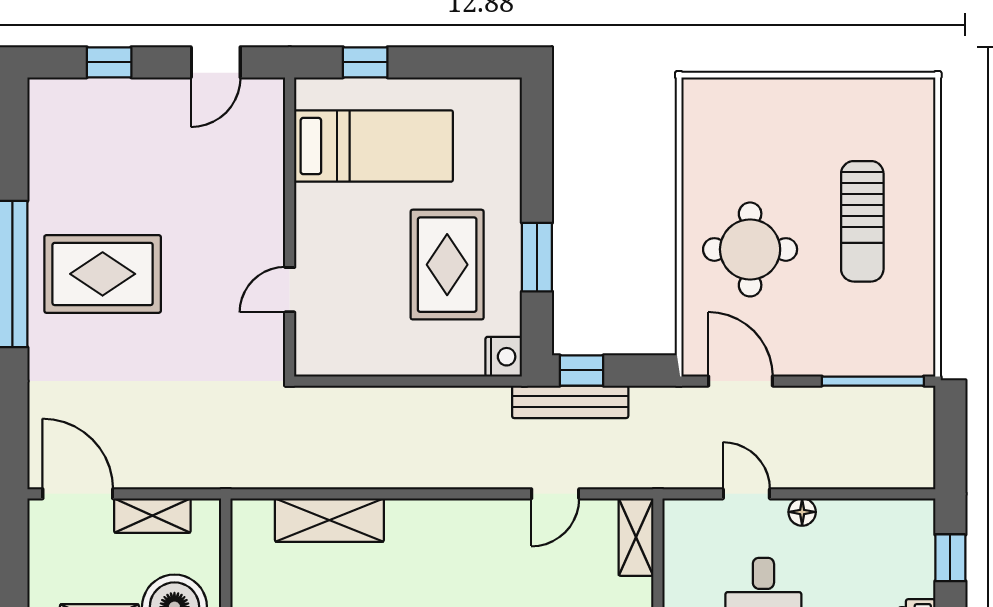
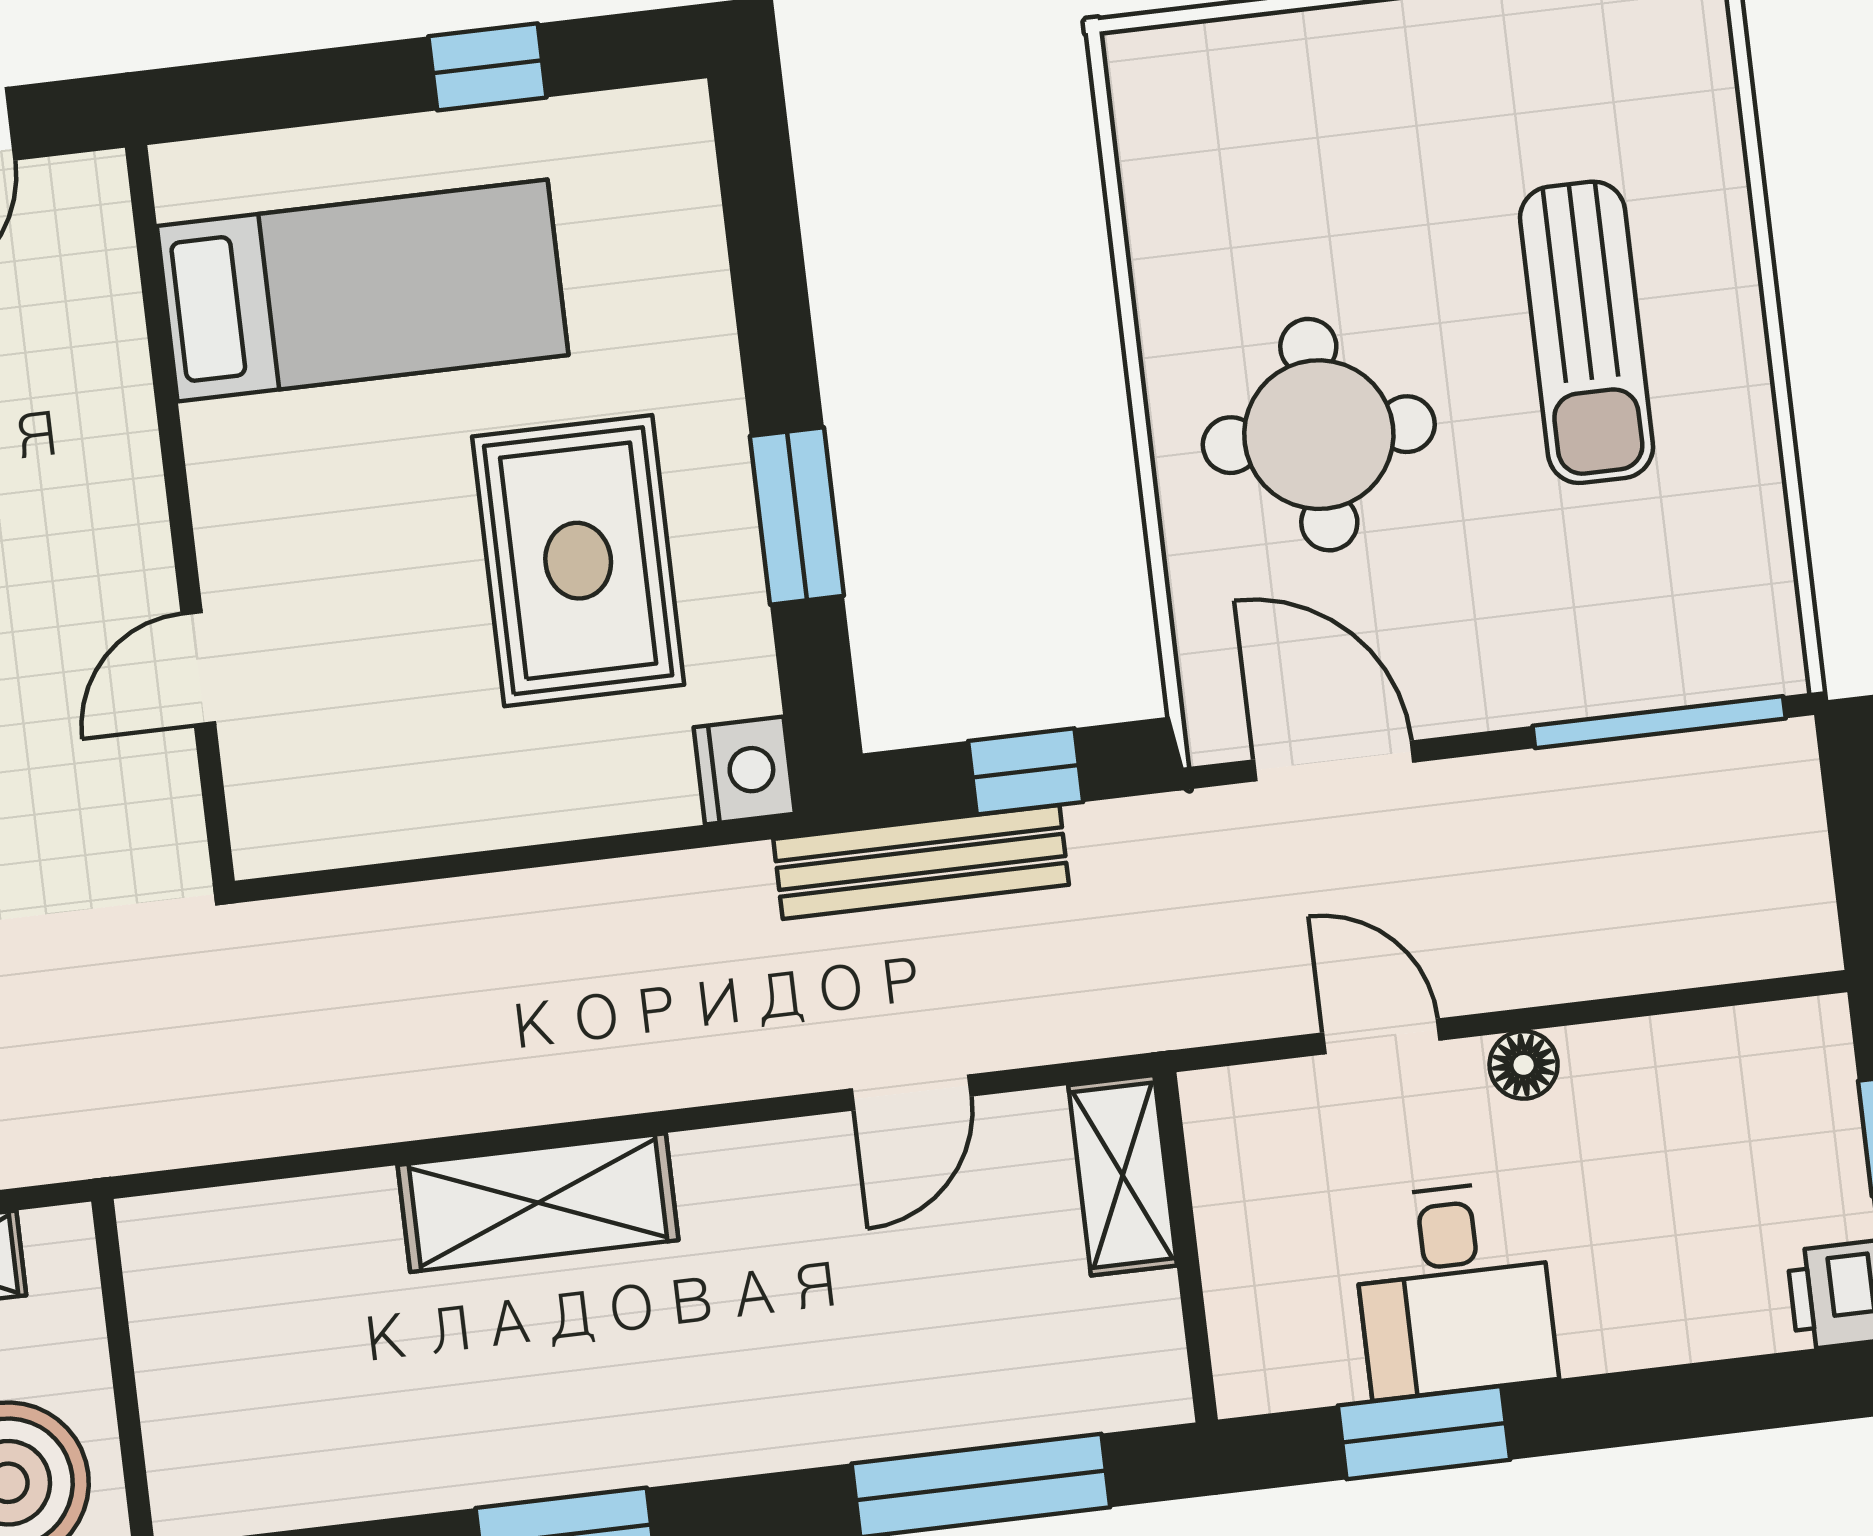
window: (365, 62) -> (487, 67), moved
window: (582, 370) -> (1026, 771), moved
shelving: (329, 520) -> (538, 1203), moved

